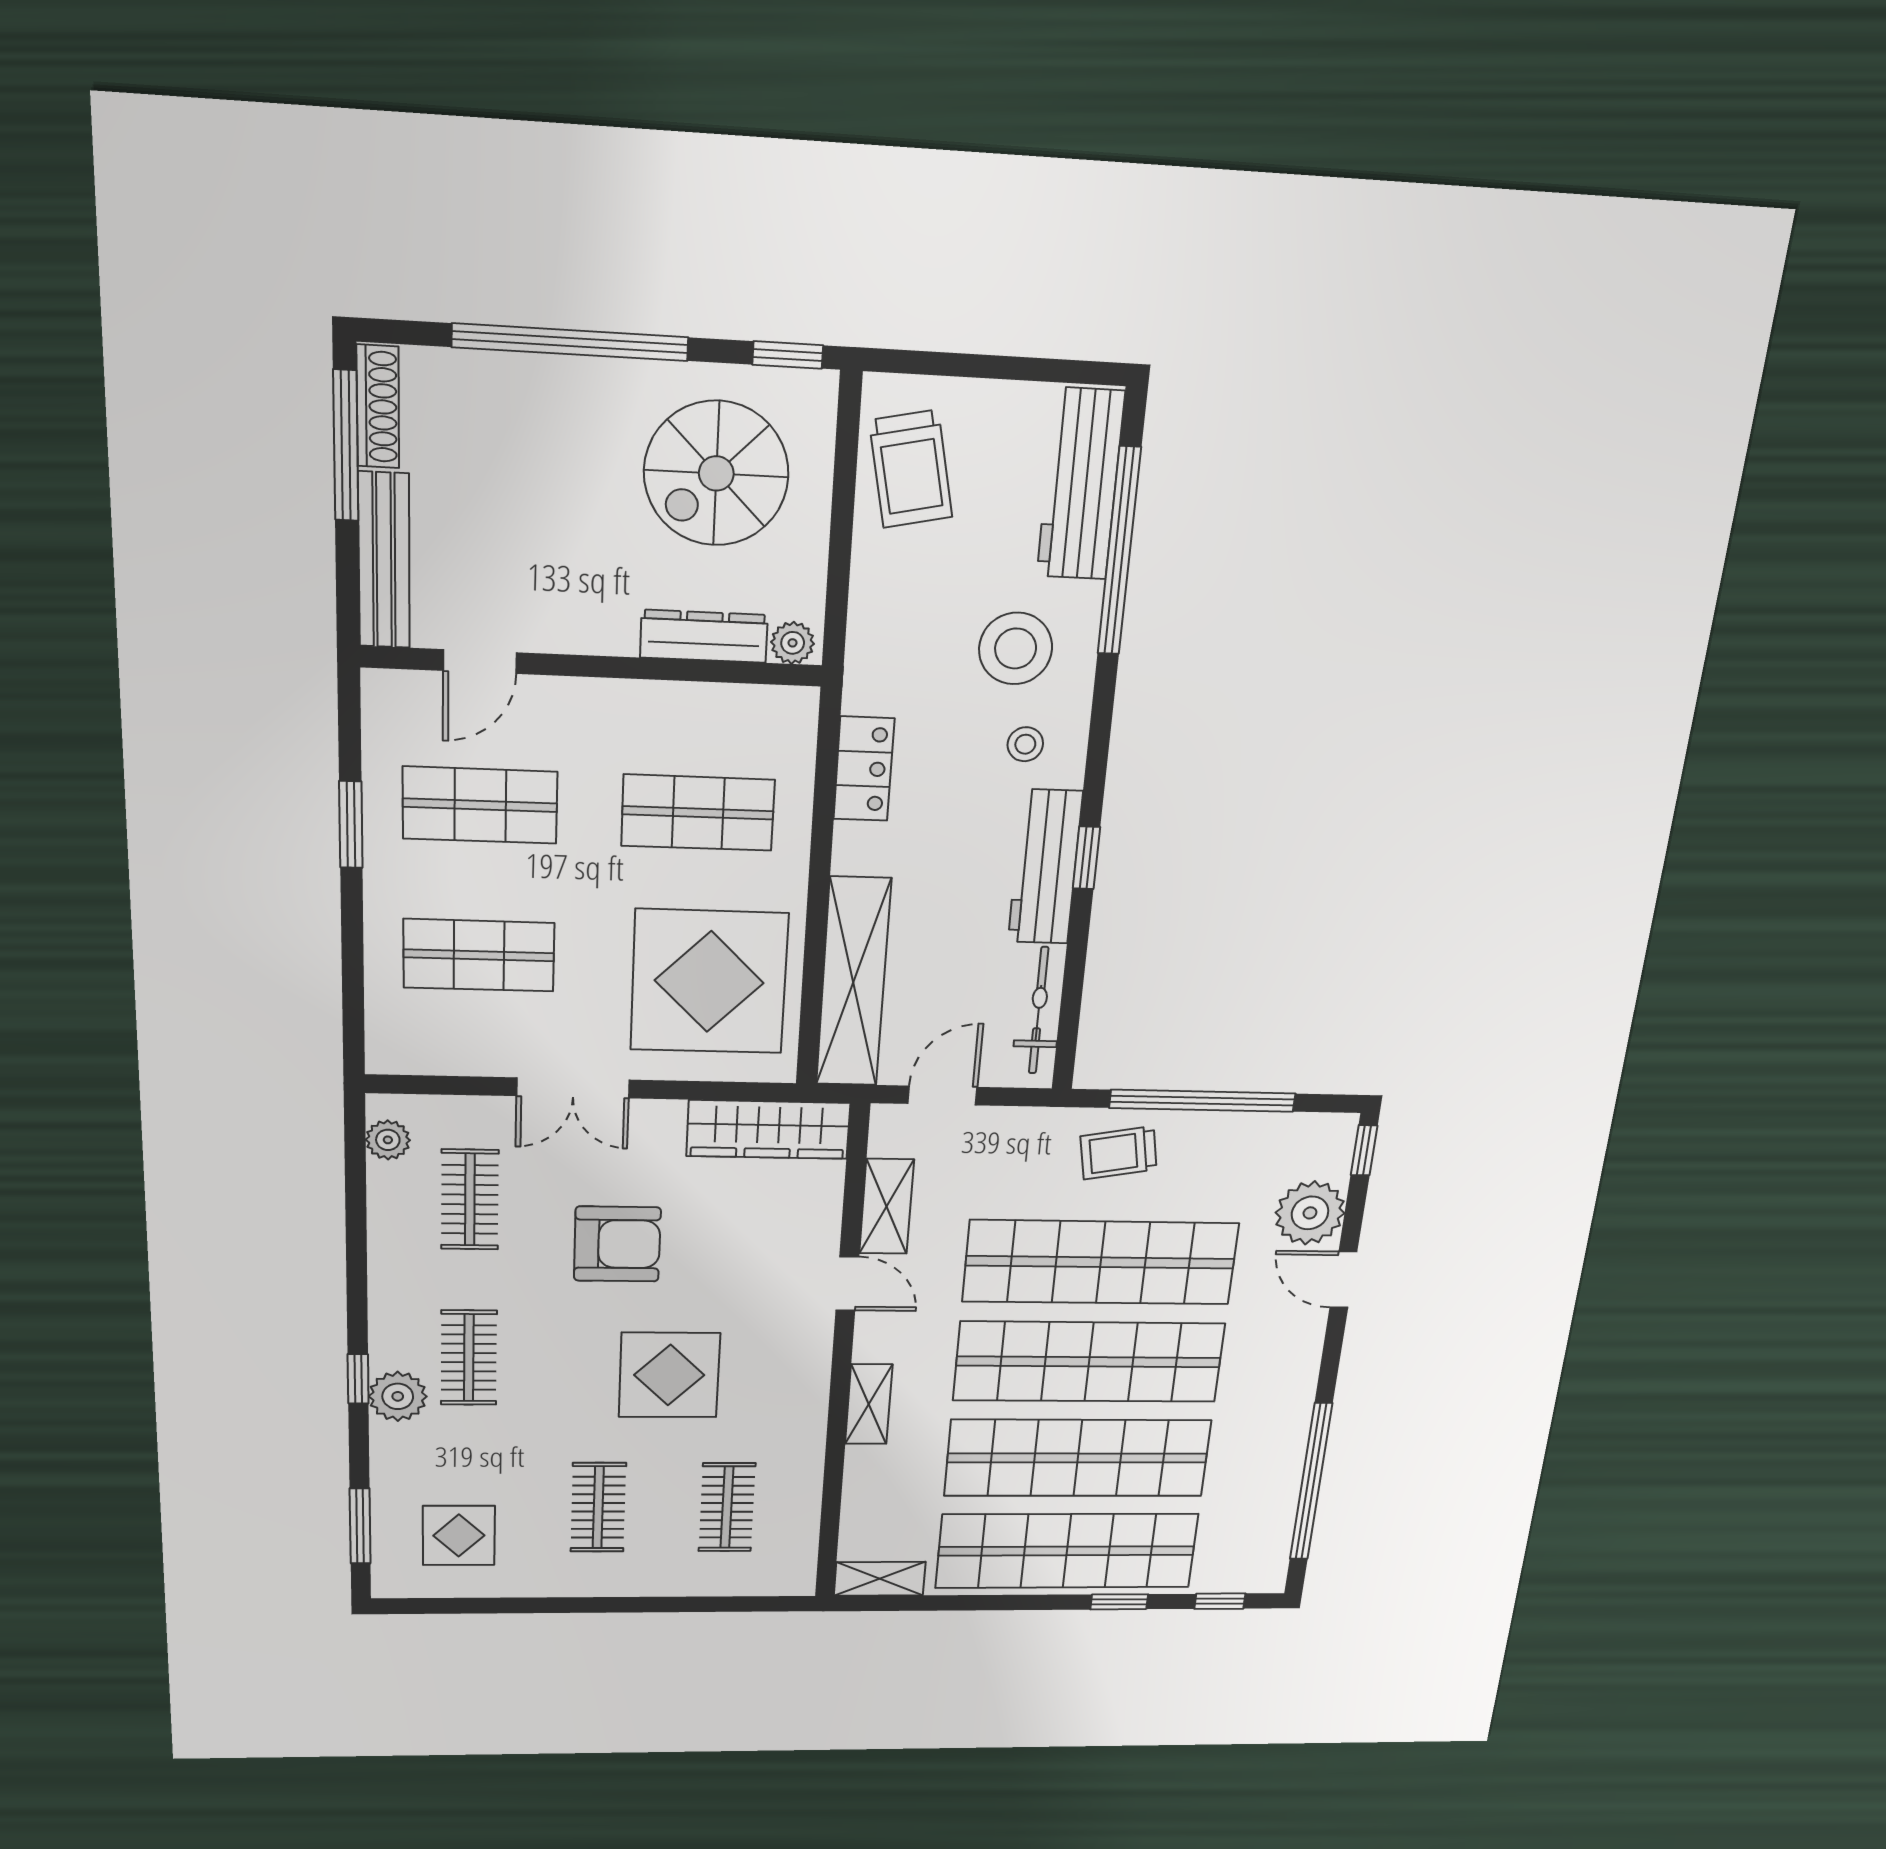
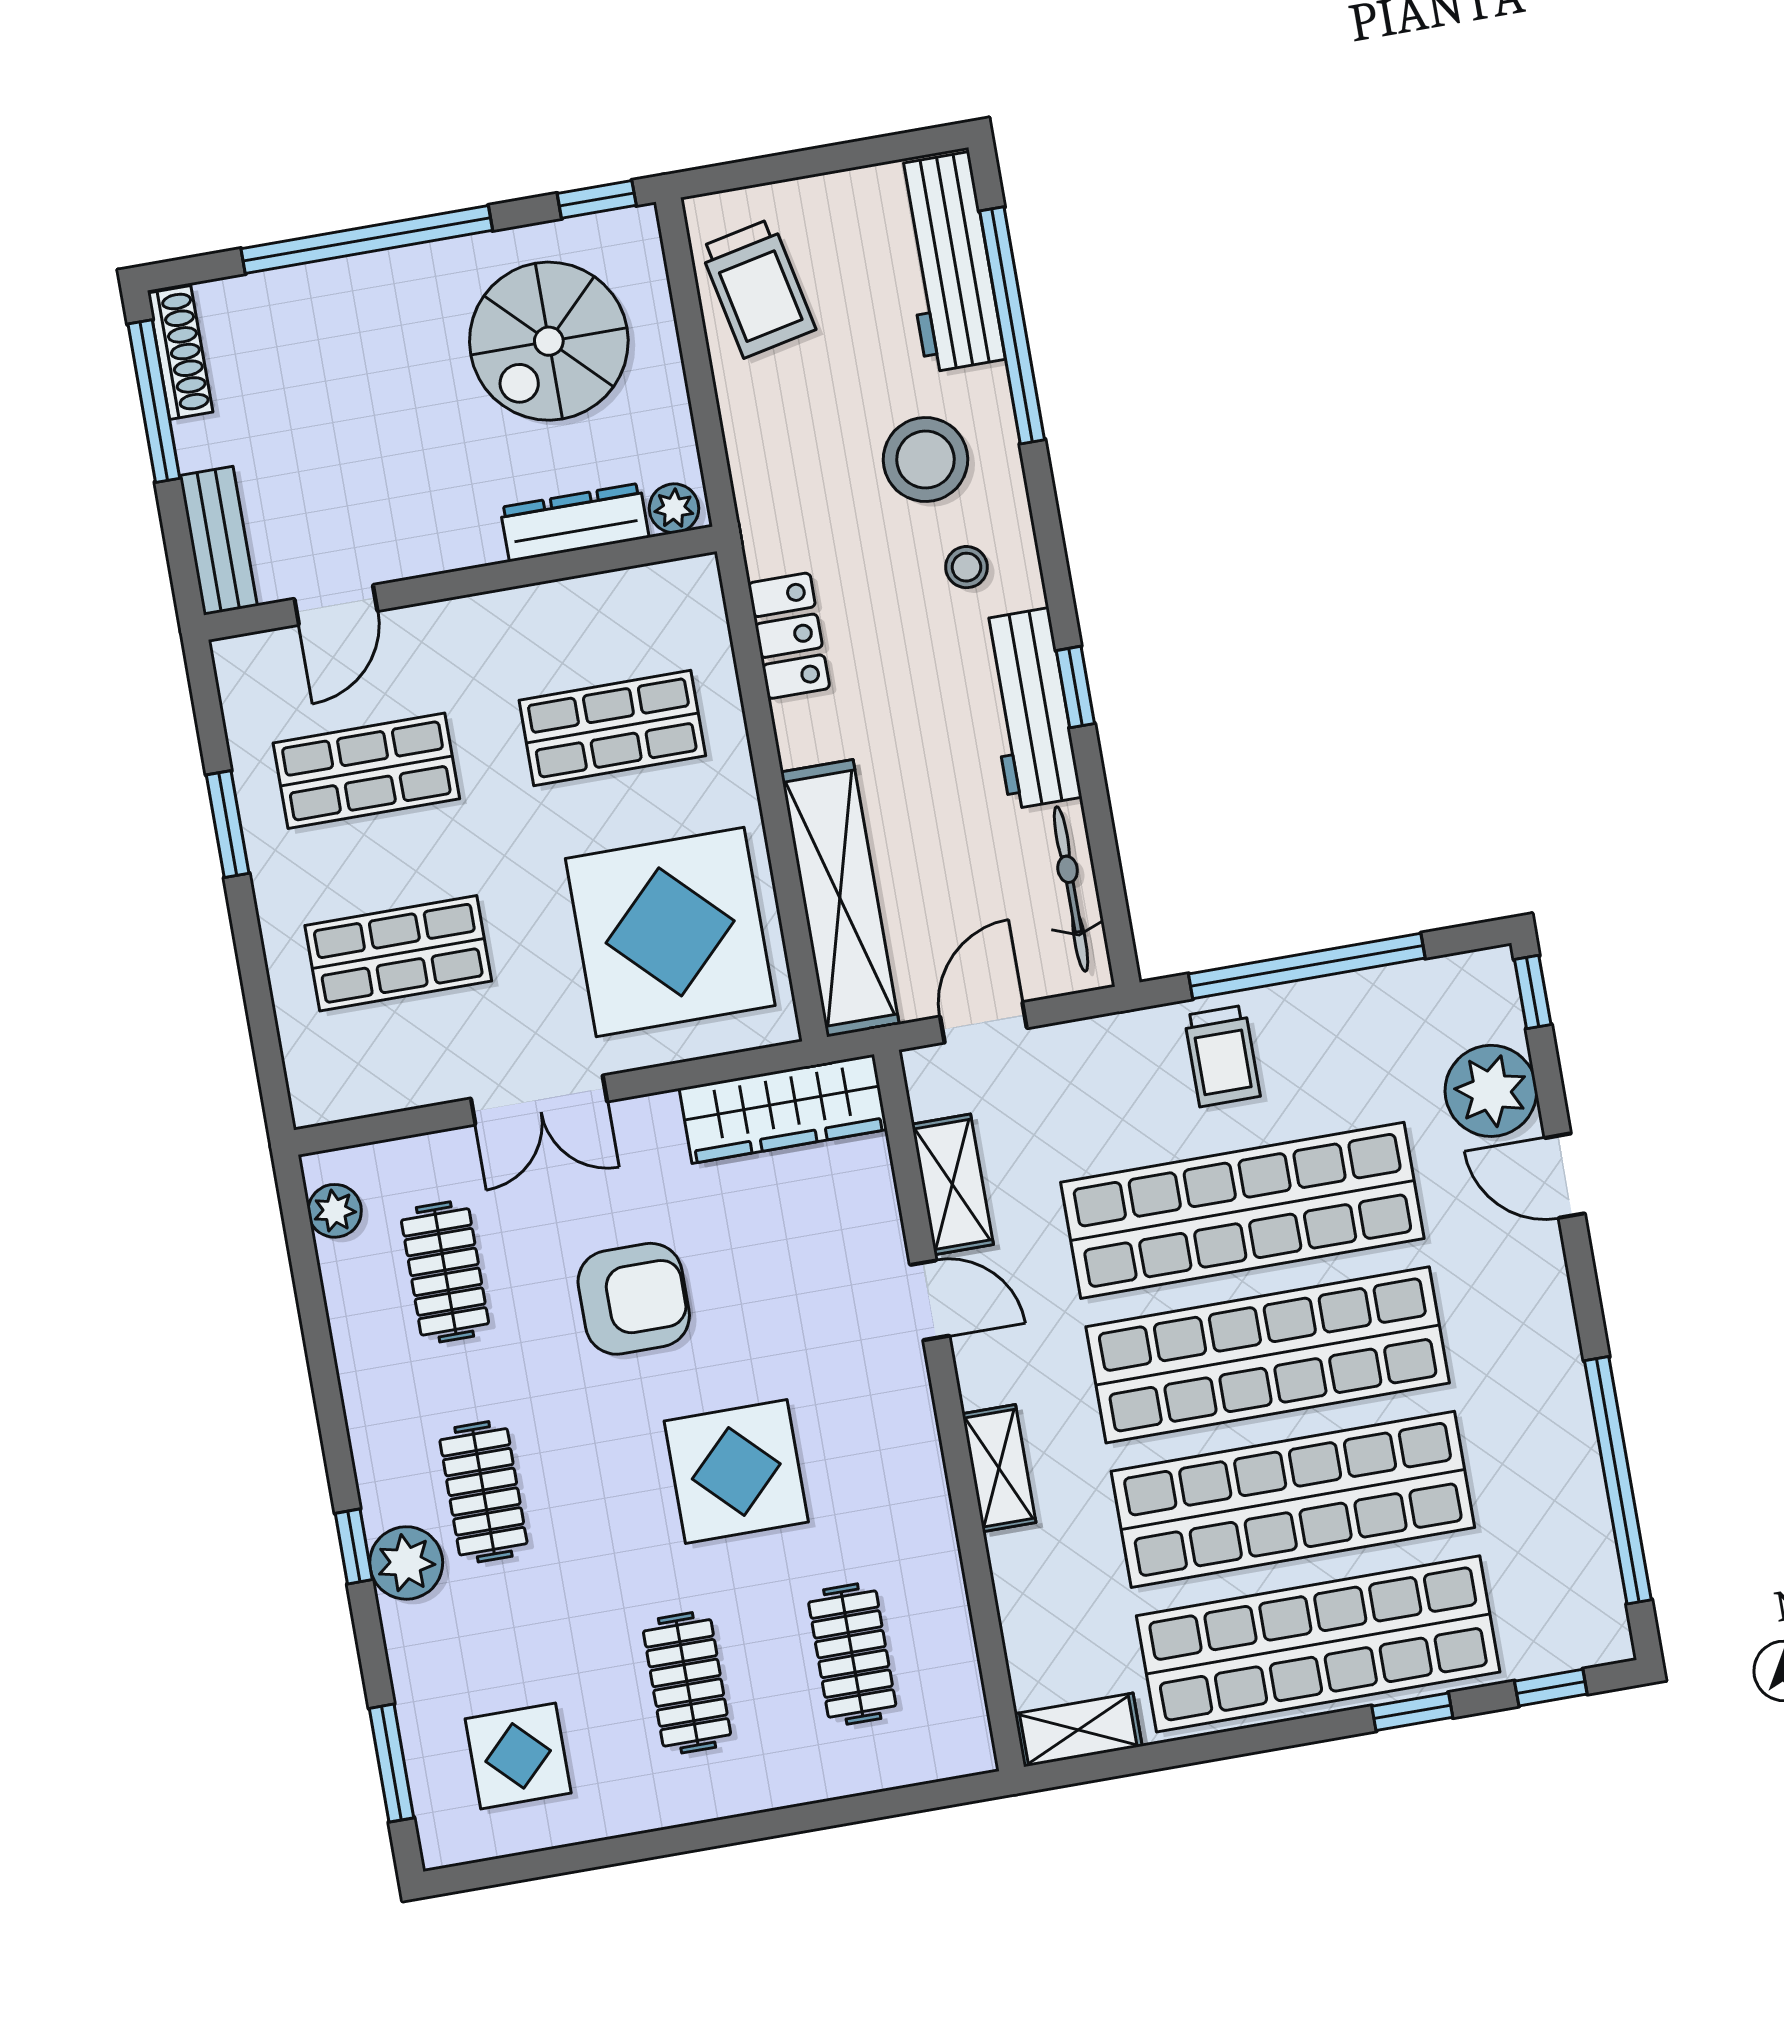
bench: (384, 560) -> (218, 541), width x0.73
trolley: (1119, 1153) -> (1222, 1056), turned -80

